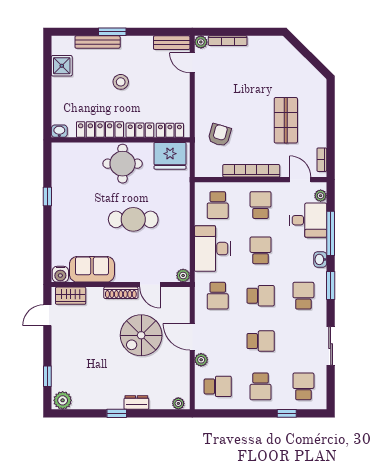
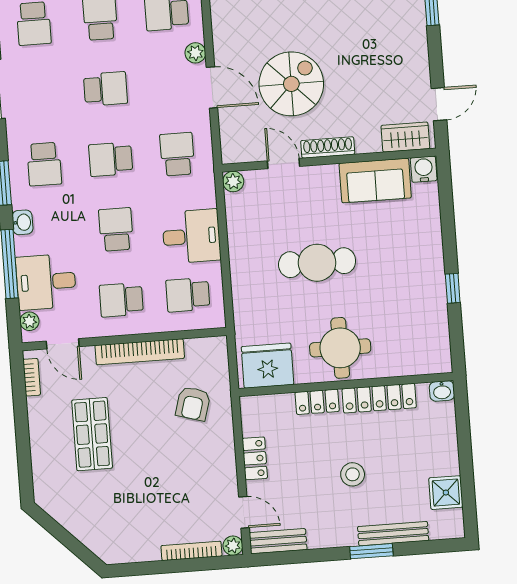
locker: (170, 130) -> (255, 458), moved, turned -90
school desk: (218, 205) -> (188, 295), turned -90
school desk: (261, 205) -> (121, 300), turned 90
desk: (213, 249) -> (191, 236), width x0.73
school desk: (261, 250) -> (116, 229), turned 180
school desk: (261, 341) -> (105, 89), turned 180

